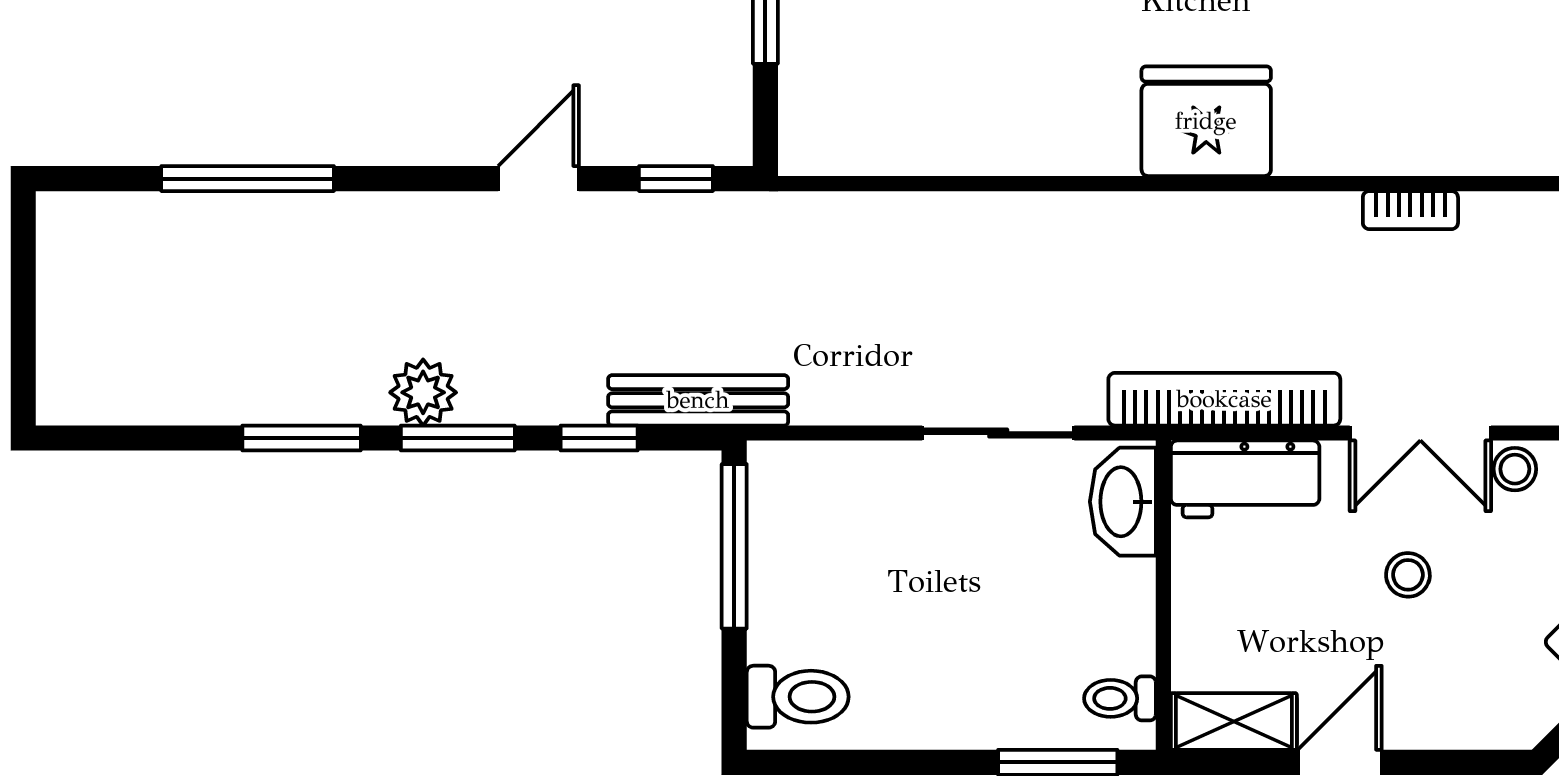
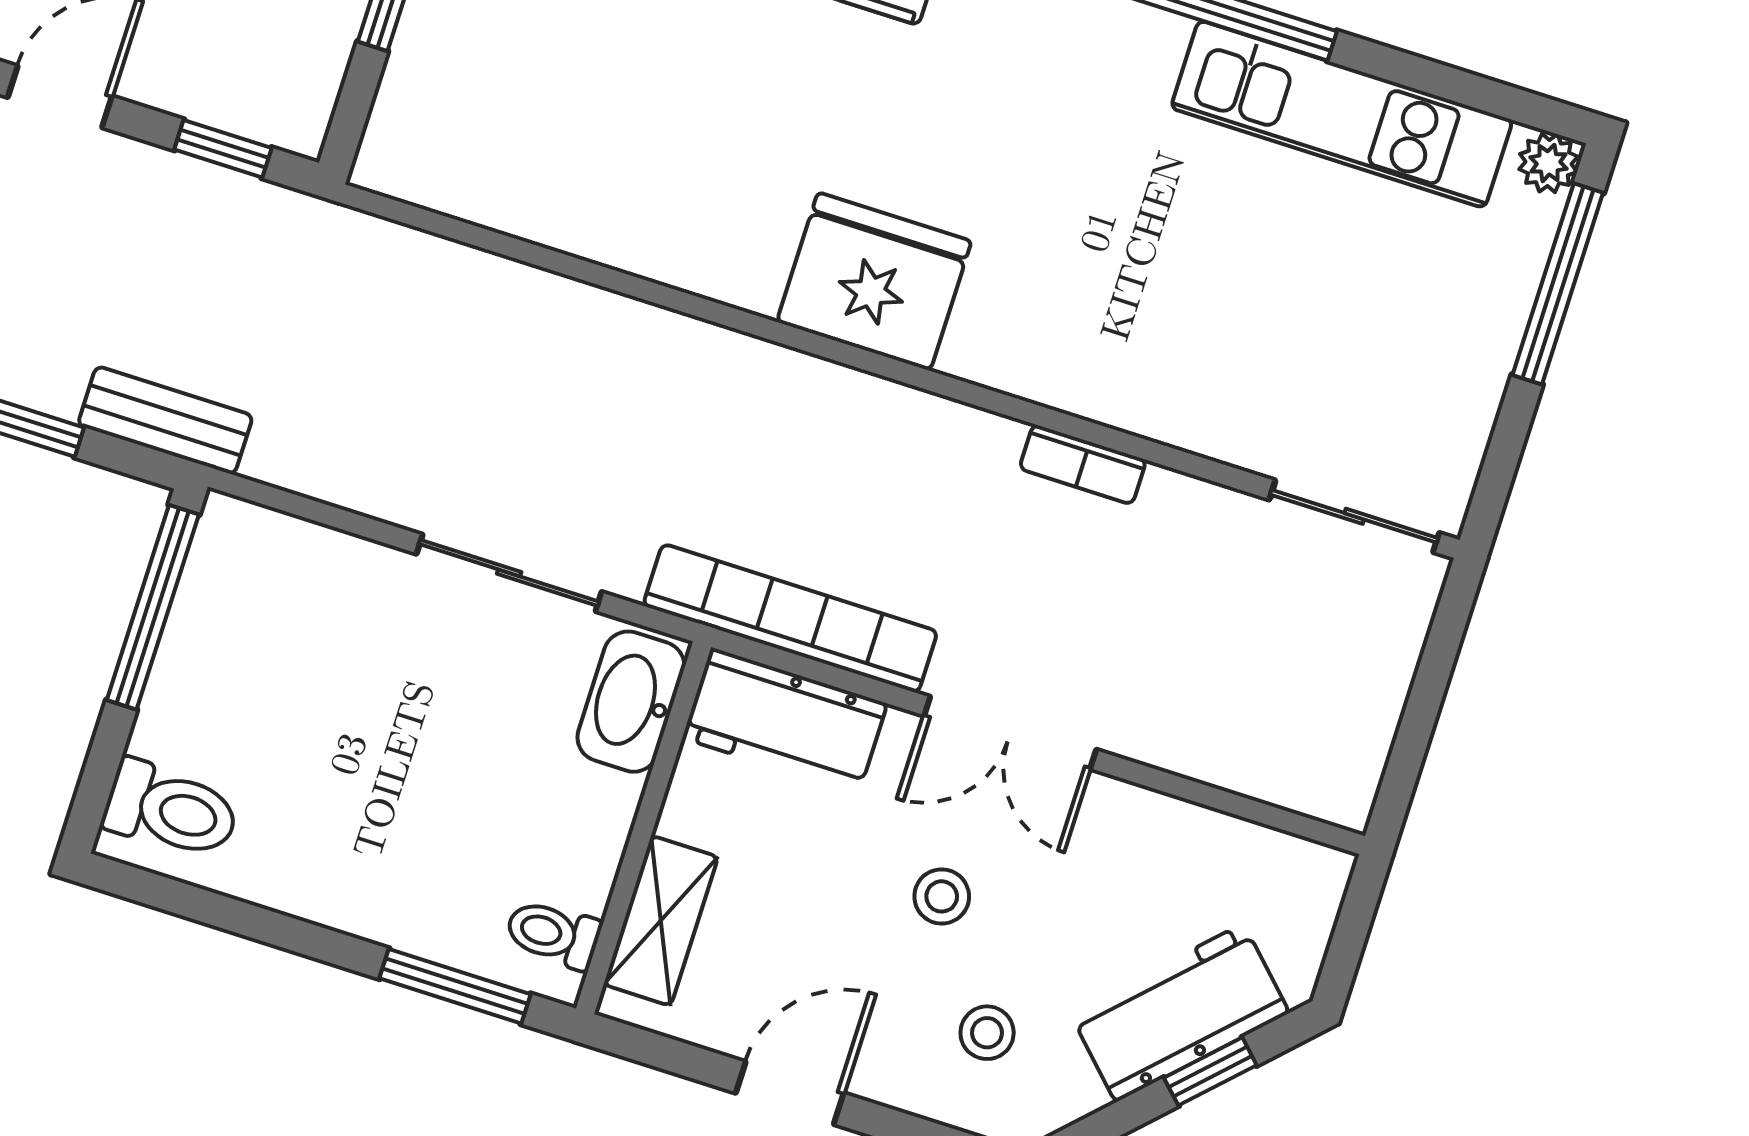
bench: (698, 400) -> (165, 420), width x0.73
stool: (1515, 469) -> (987, 1033), moved
shelving: (1234, 721) -> (661, 921), moved, turned 90

